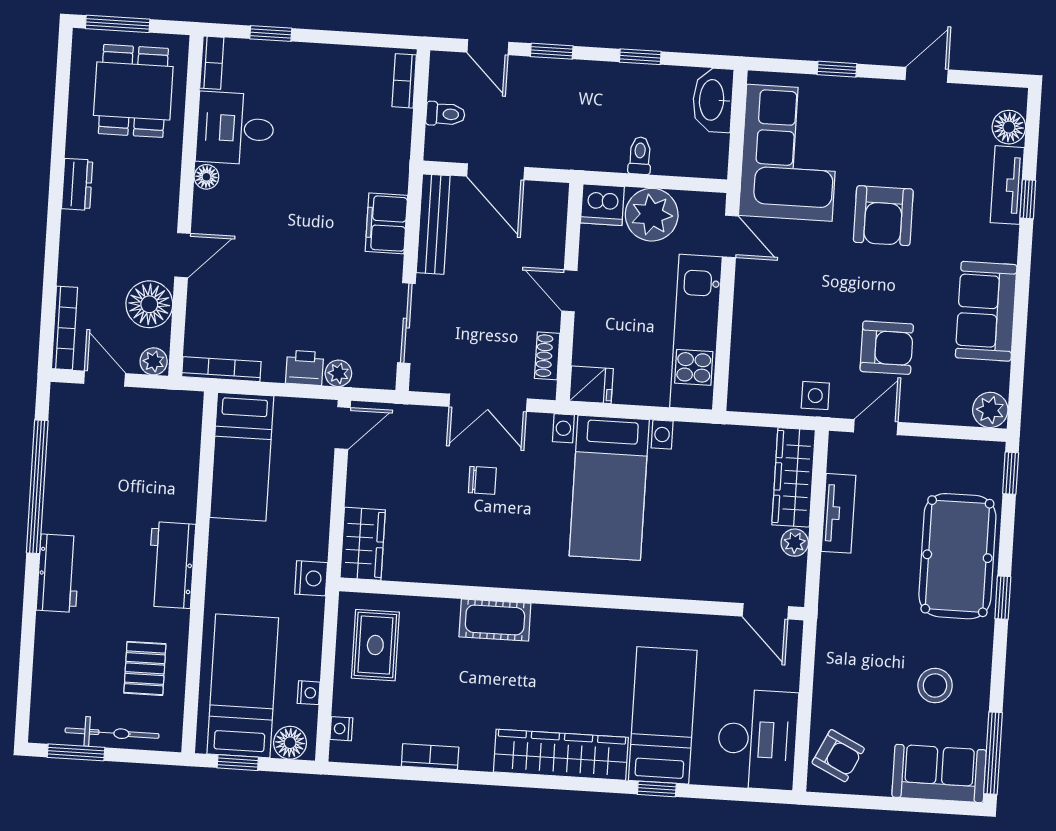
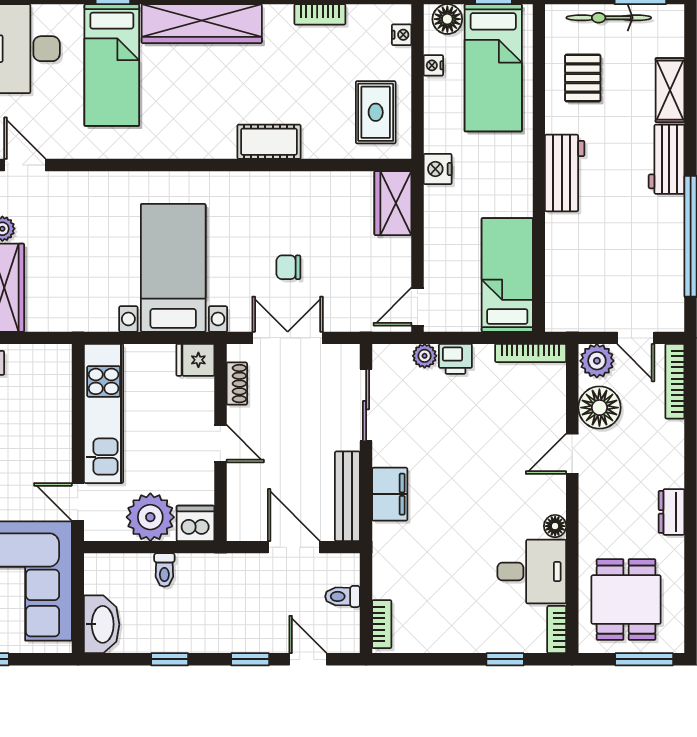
plant: (154, 361) -> (597, 361), width x1.38, depth x1.38
shelving: (50, 649) -> (670, 90), added

